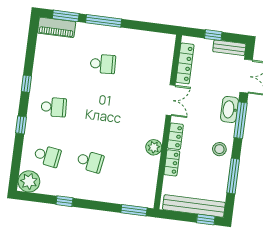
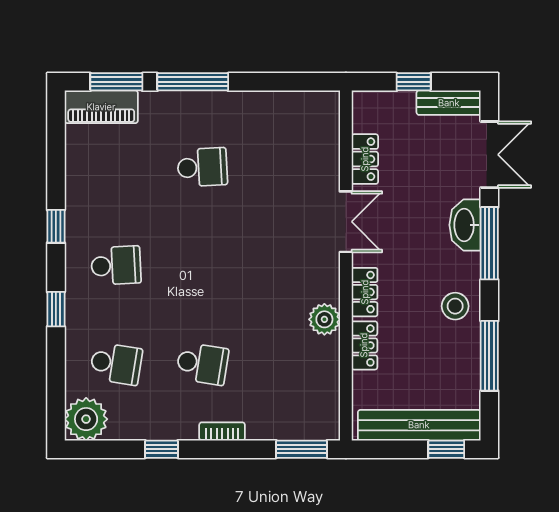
locker: (185, 63) -> (365, 159), width x0.66
bookcase: (96, 196) -> (222, 431), added

